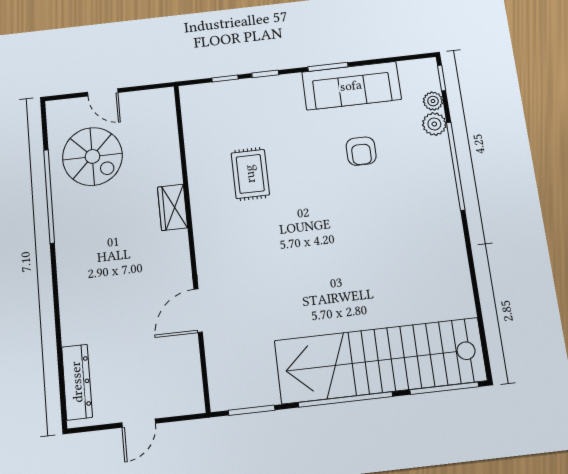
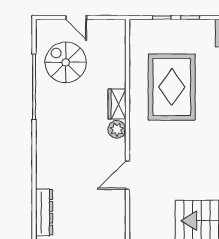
spiral stairs: (92, 156) -> (66, 62), turned 180
rug: (250, 174) -> (172, 87), width x1.86, depth x2.06
plant: (176, 244) -> (117, 129), added

